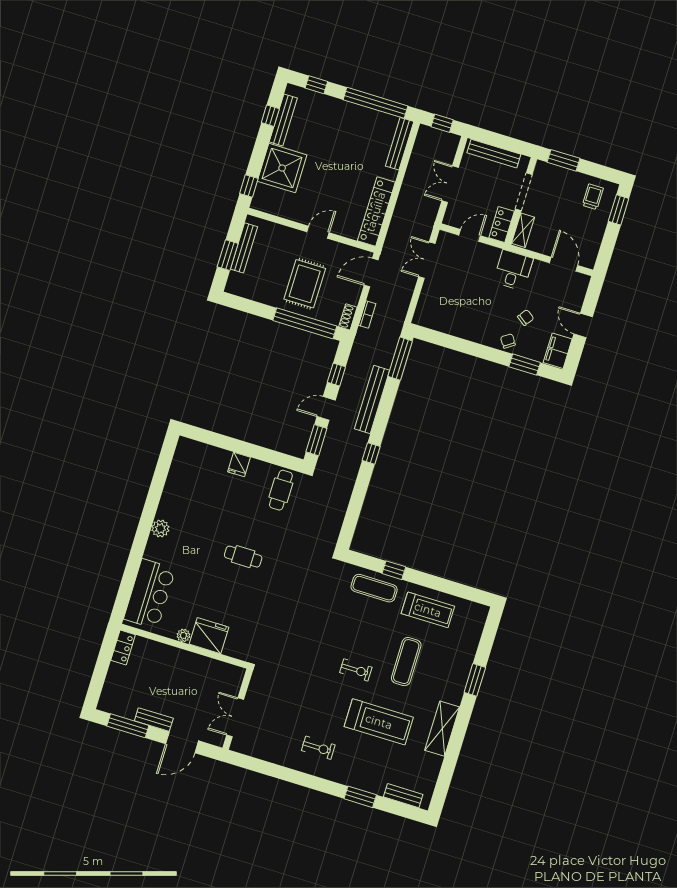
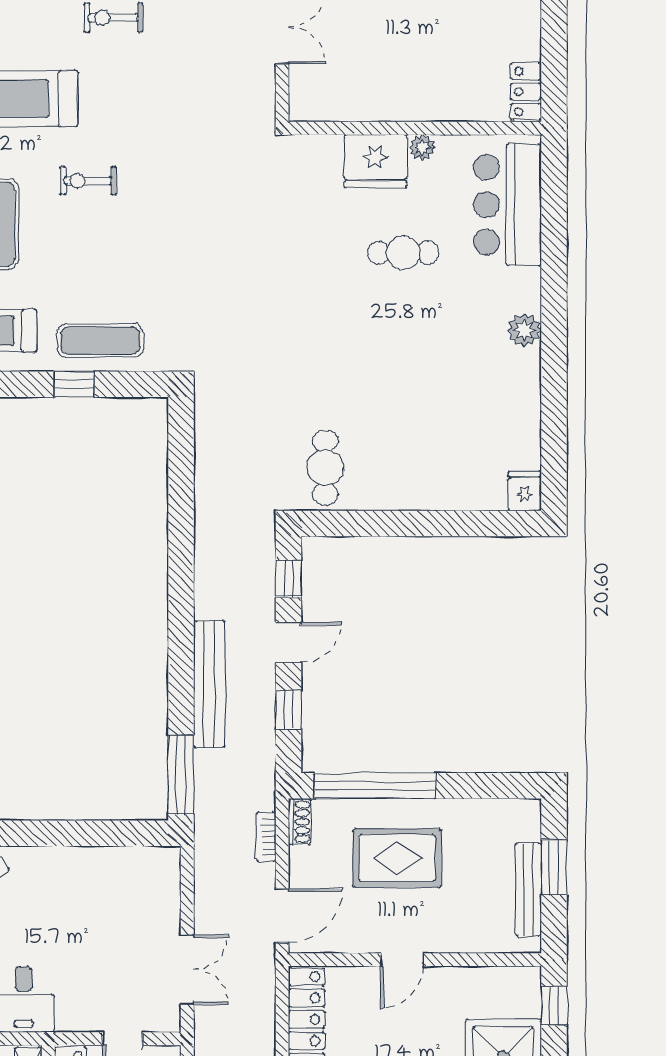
rug: (305, 284) -> (397, 858), turned 90
window: (316, 440) -> (288, 579), width x0.67
window: (371, 453) -> (181, 585), removed
fridge: (239, 465) -> (525, 491), moved
cafe table: (243, 557) -> (403, 253), moved

